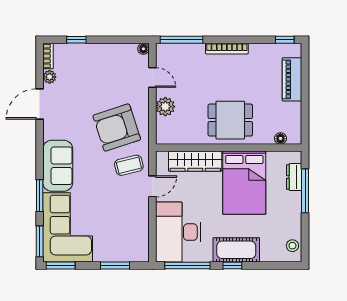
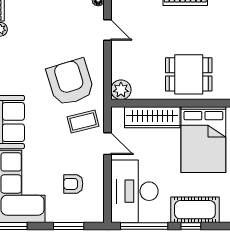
plant: (165, 107) -> (121, 90), moved
armchair: (117, 128) -> (70, 82), turned 91
door: (152, 186) -> (108, 144), hinge flipped
armchair: (120, 225) -> (73, 184), added

